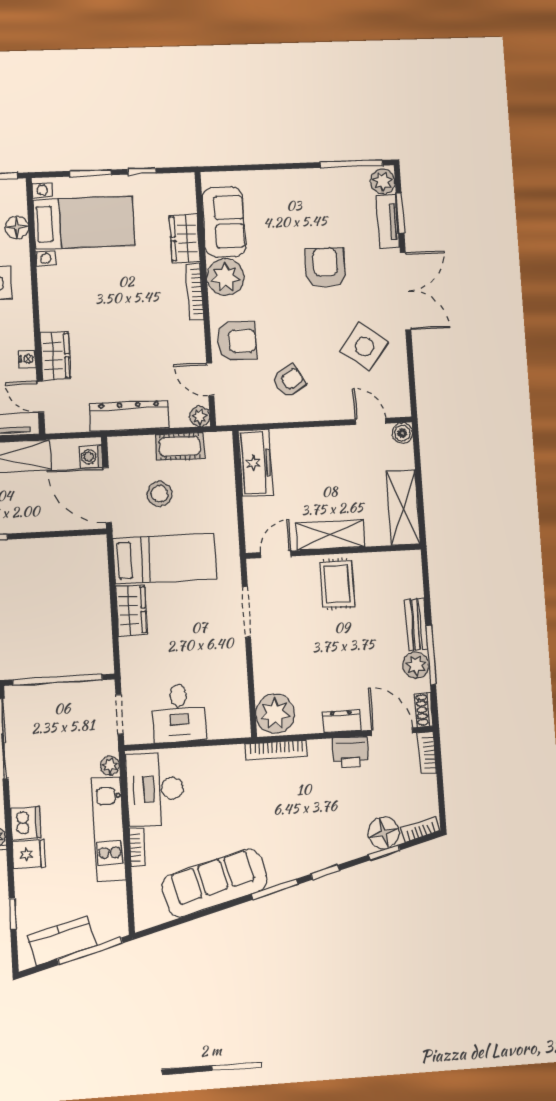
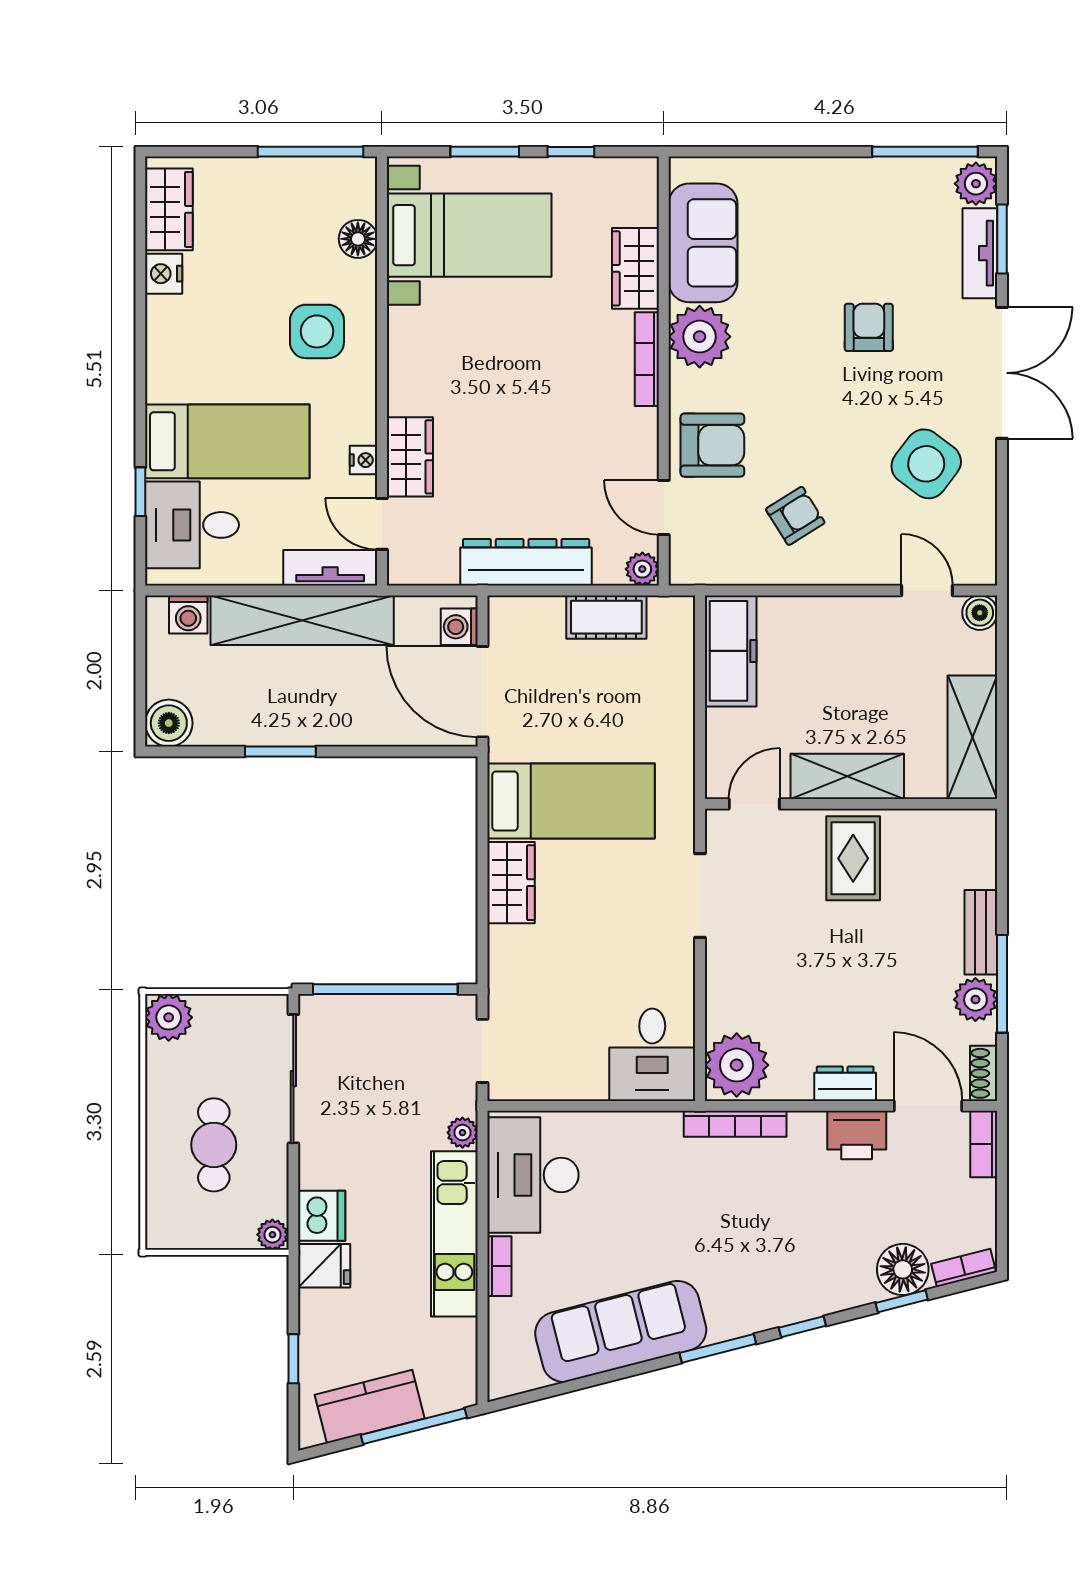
armchair: (325, 268) -> (869, 327), width x0.72, depth x0.72
stool: (159, 494) -> (568, 694), removed
desk: (179, 713) -> (652, 1055), moved

